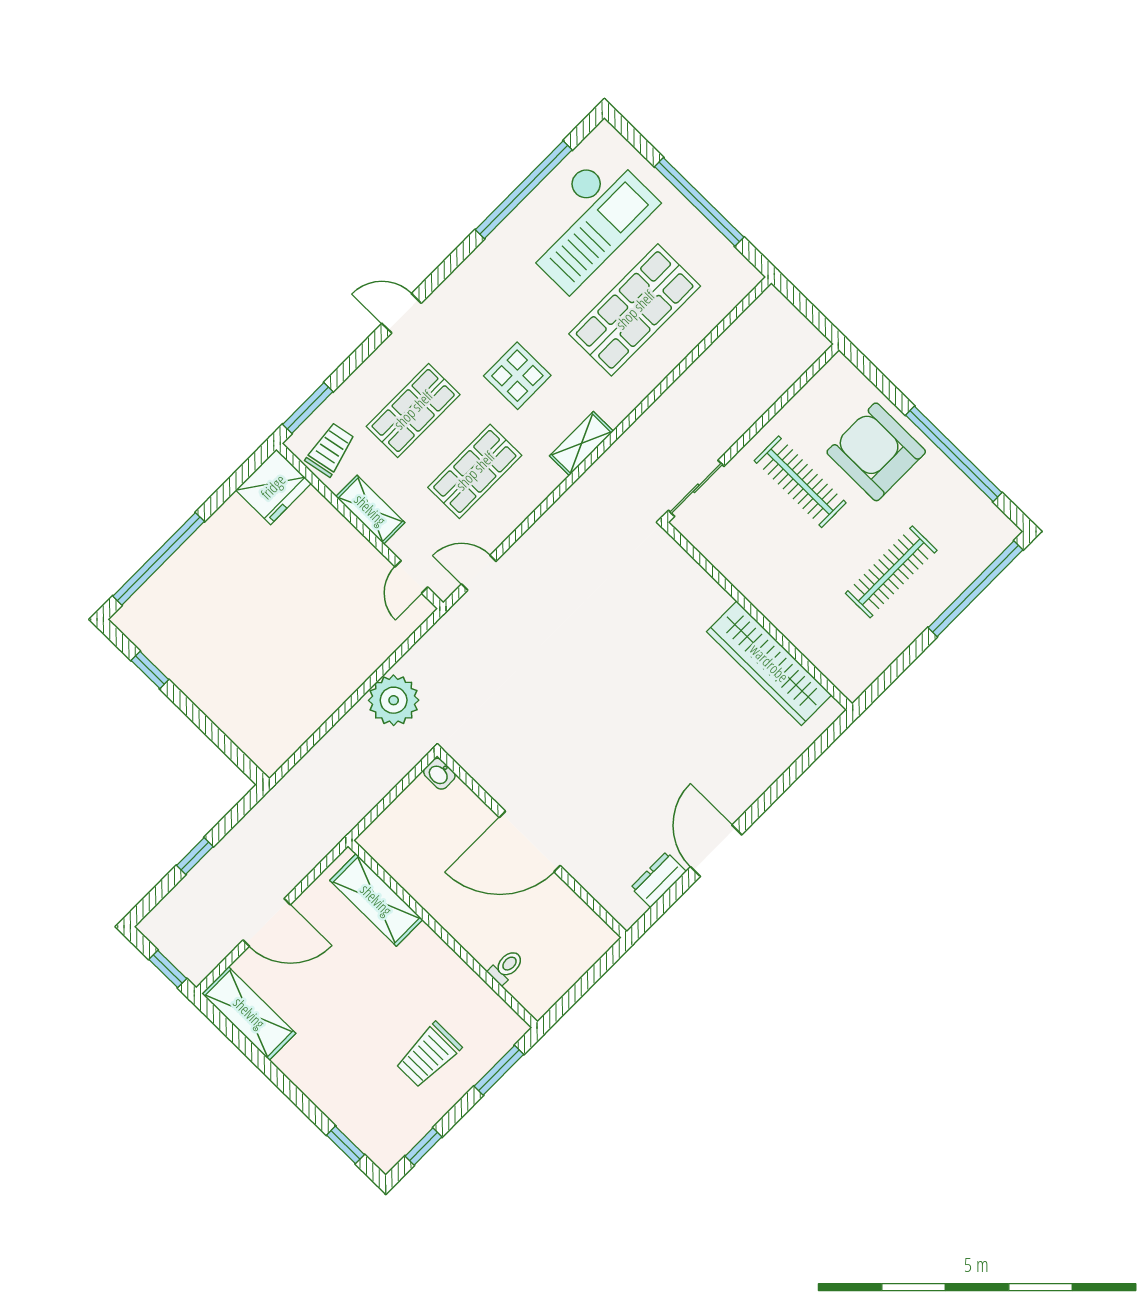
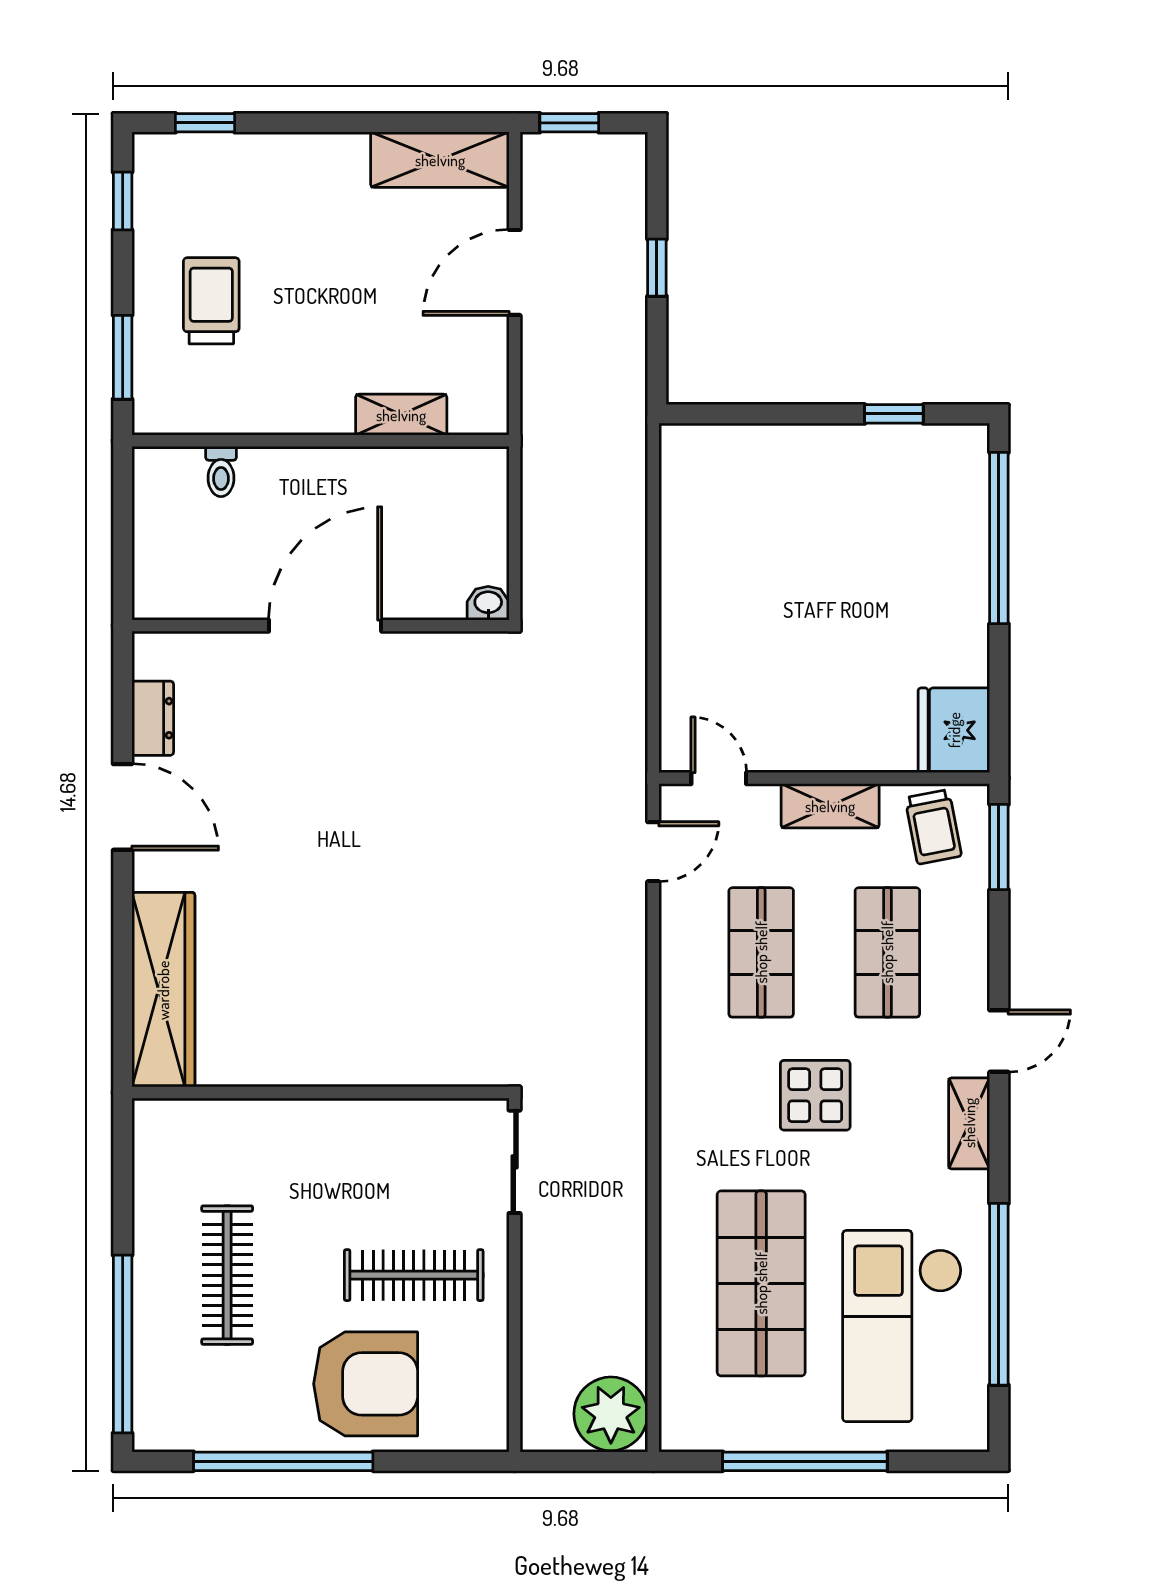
shelving: (581, 444) -> (969, 1123), moved
wardrobe: (769, 663) -> (163, 990), moved, turned 90
plant: (394, 700) -> (611, 1414), moved
shelving: (376, 900) -> (401, 415), width x0.67, depth x0.75

